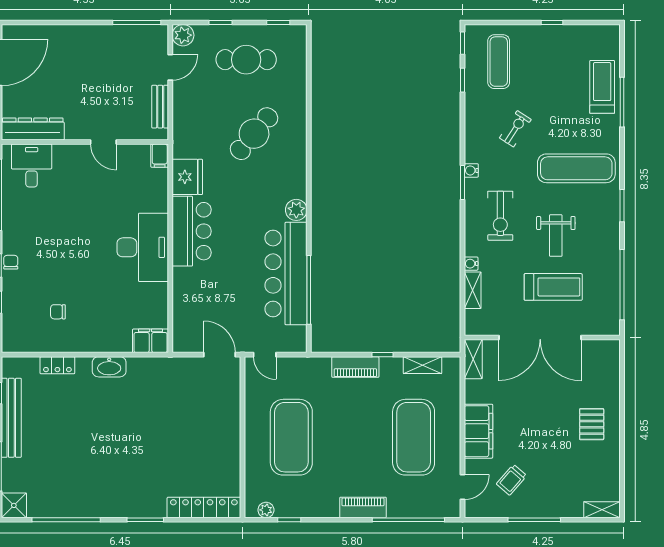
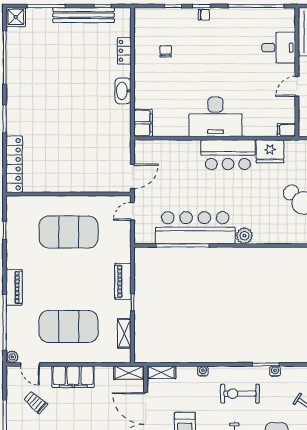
desk: (32, 166) -> (279, 48), moved
shelving: (473, 290) -> (161, 372), moved
plant: (266, 510) -> (12, 357), moved

